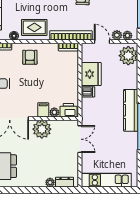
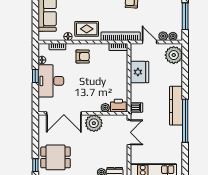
armchair: (30, 57) -> (83, 56), turned 90
dishwasher: (88, 92) -> (136, 107), moved
filing cabinet: (43, 110) -> (95, 105), removed

